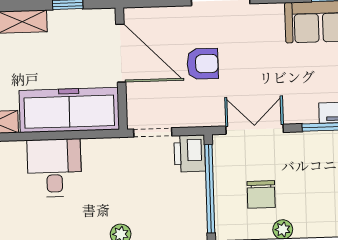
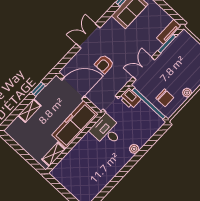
armchair: (203, 64) -> (104, 64), turned 180
desk: (54, 168) -> (107, 131), moved
chair: (261, 194) -> (165, 98), moved

